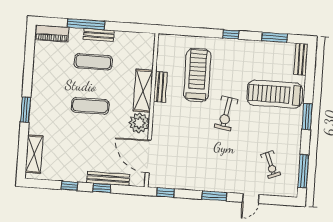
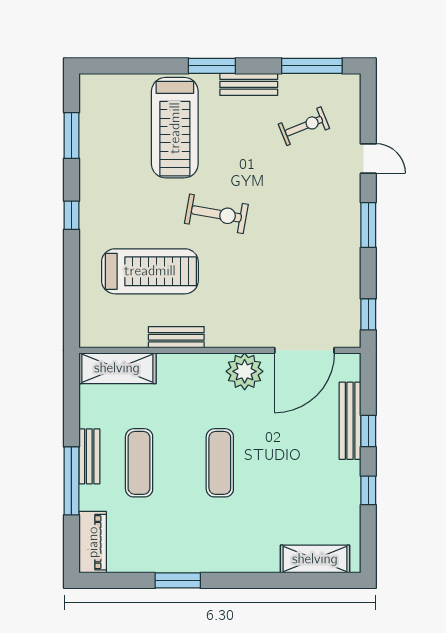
bench: (301, 59) -> (249, 84), moved
treadmill: (197, 75) -> (150, 271), turned 180
shelving: (143, 91) -> (117, 368), moved
window: (26, 110) -> (178, 580), moved

